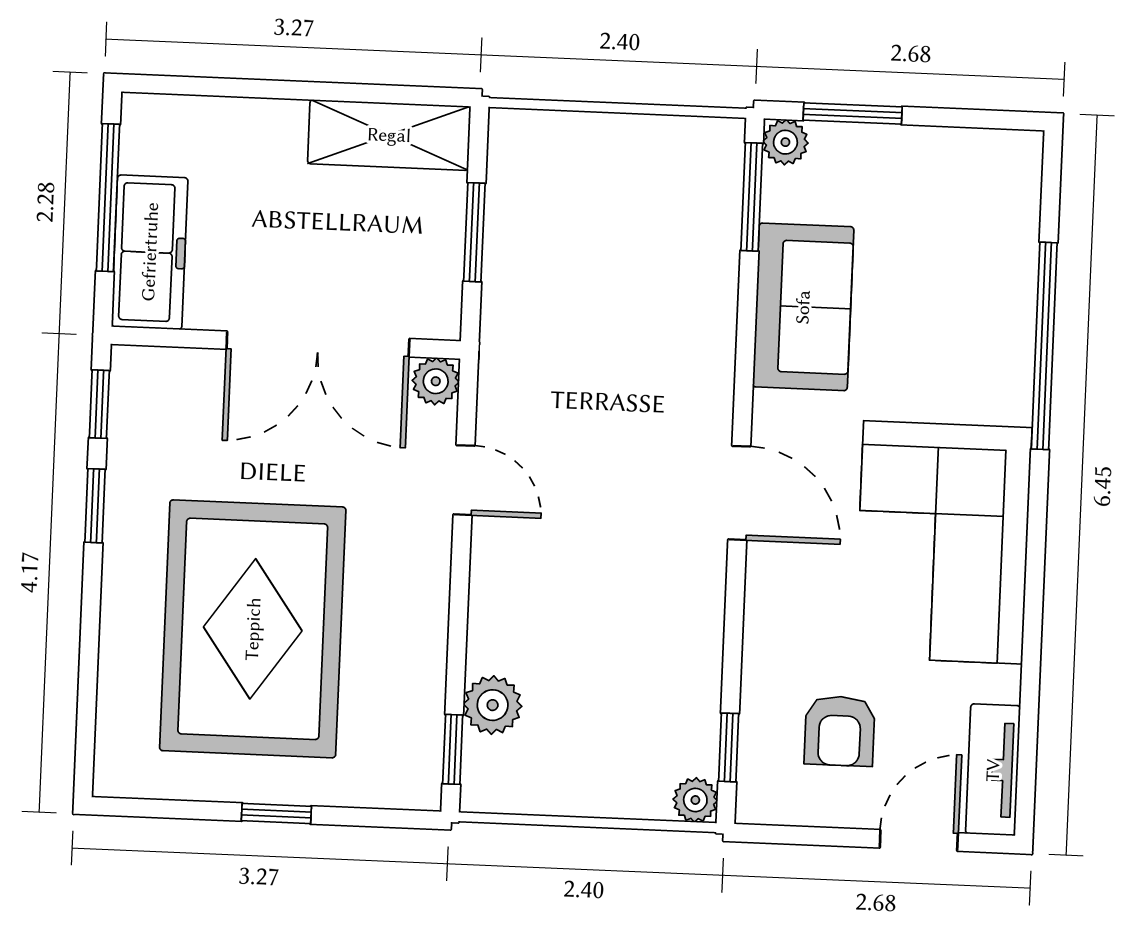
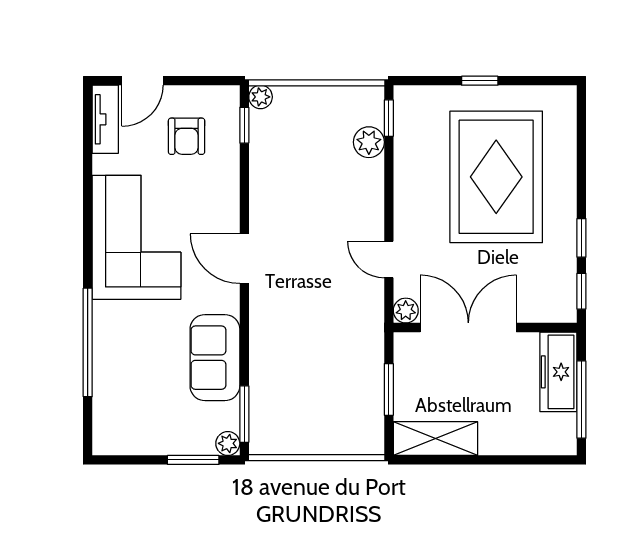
armchair: (840, 731) -> (187, 136), turned 180

